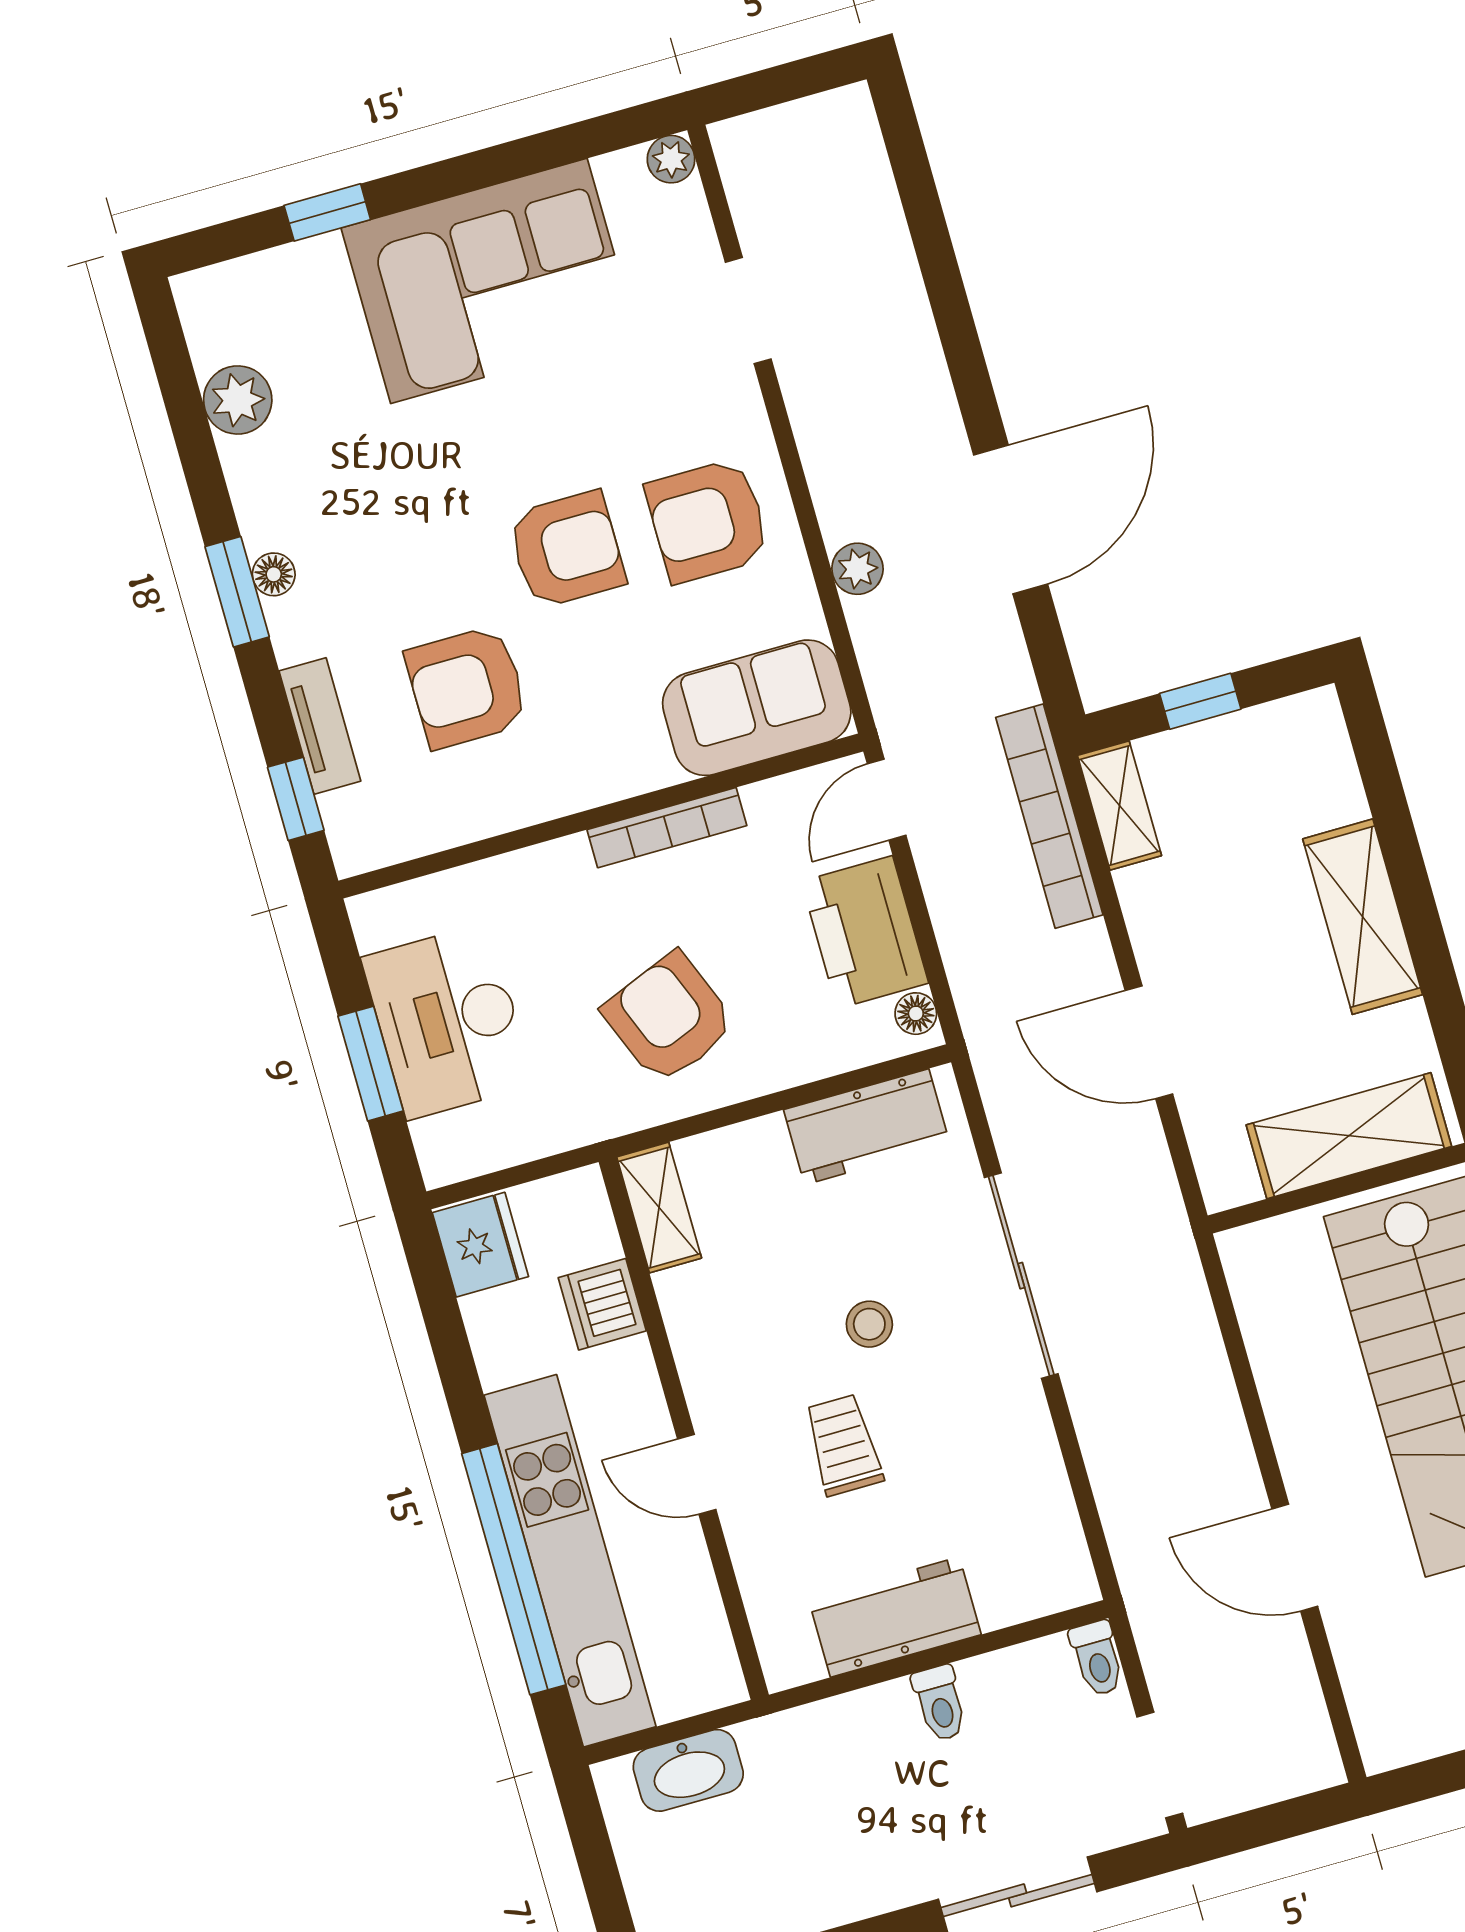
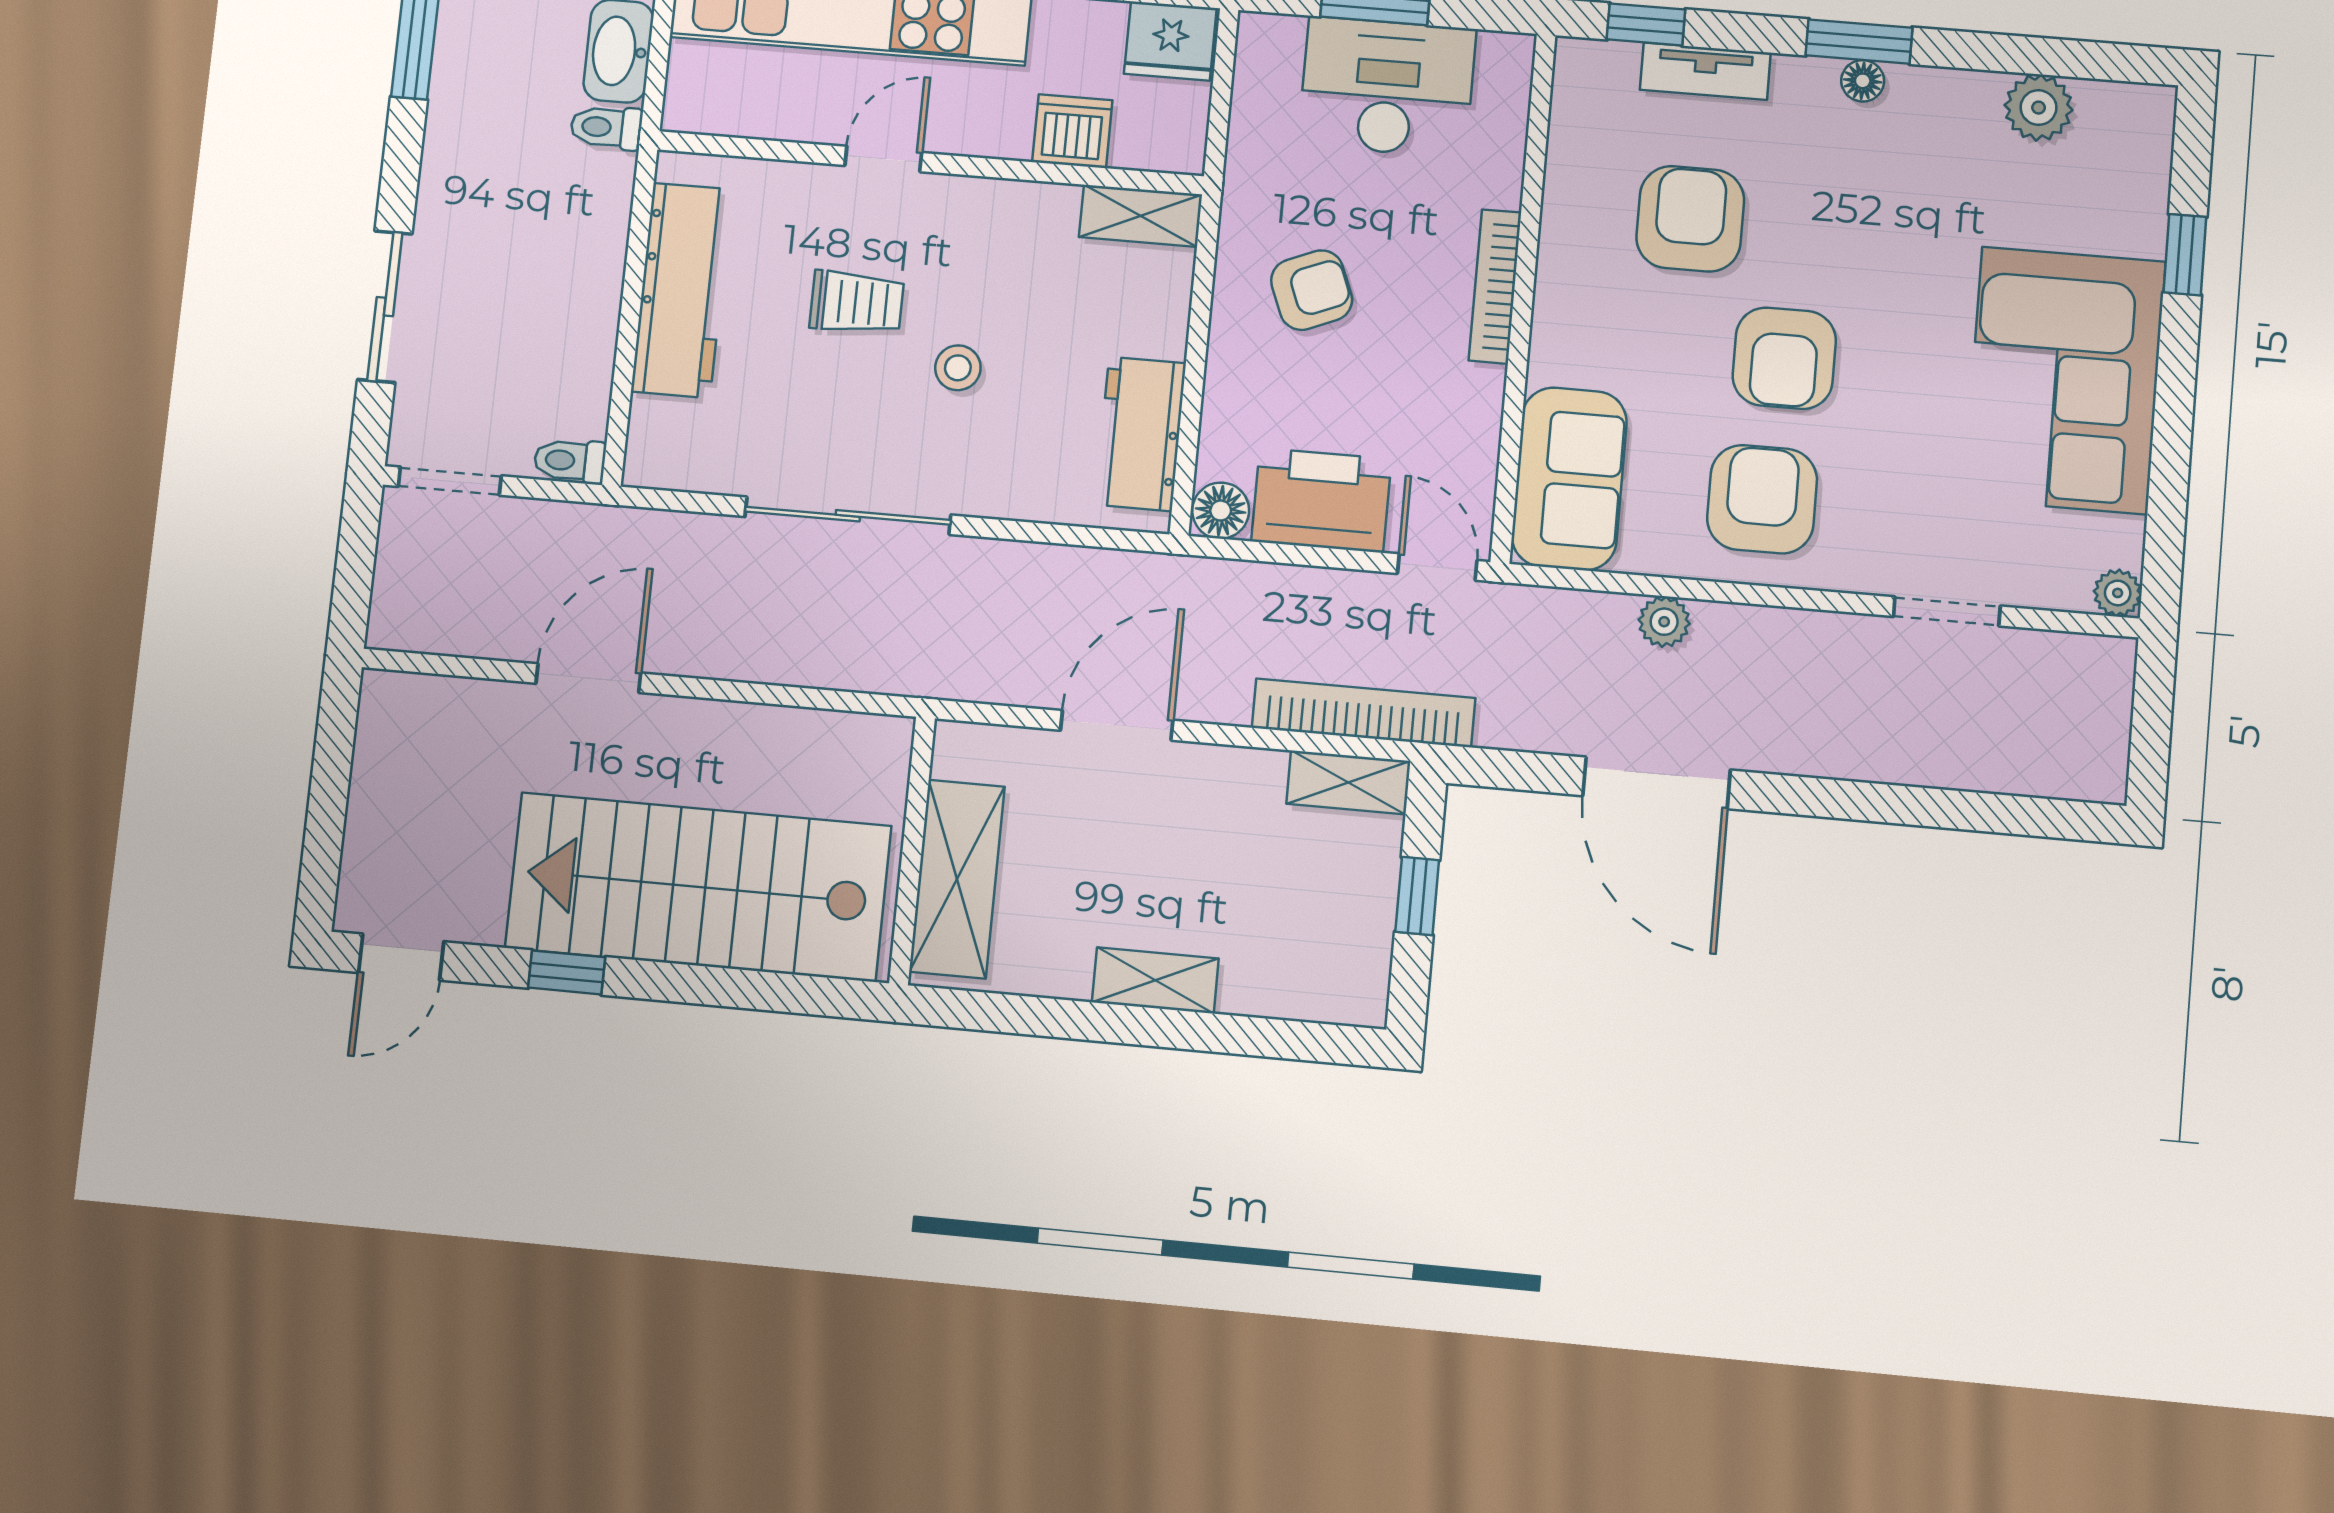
bookcase: (667, 828) -> (1495, 286), moved
shelving: (1363, 917) -> (1155, 980), width x0.67, depth x0.75
floor lamp: (916, 1014) -> (1221, 511), width x1.37, depth x1.37
armchair: (669, 1018) -> (1312, 290), width x0.72, depth x0.72
sliding door: (1021, 1276) -> (848, 516), moved
workbench: (895, 1617) -> (682, 290), width x1.38
toilet: (940, 1703) -> (606, 127), moved

